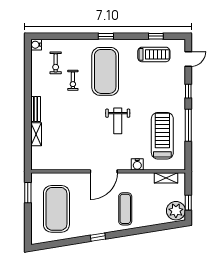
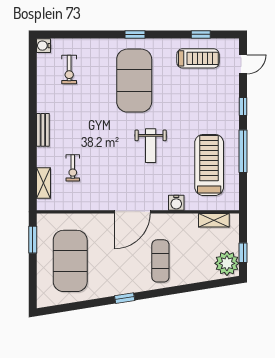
exercise bike: (73, 80) -> (73, 168), moved
shelving: (36, 134) -> (43, 183), moved

